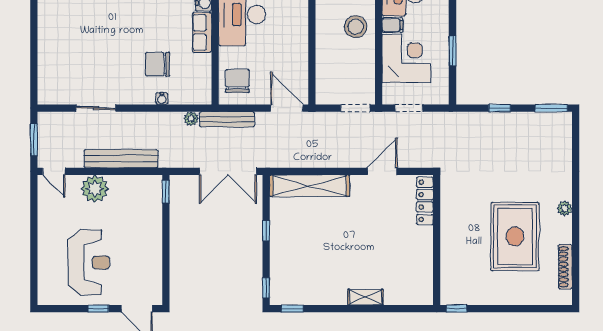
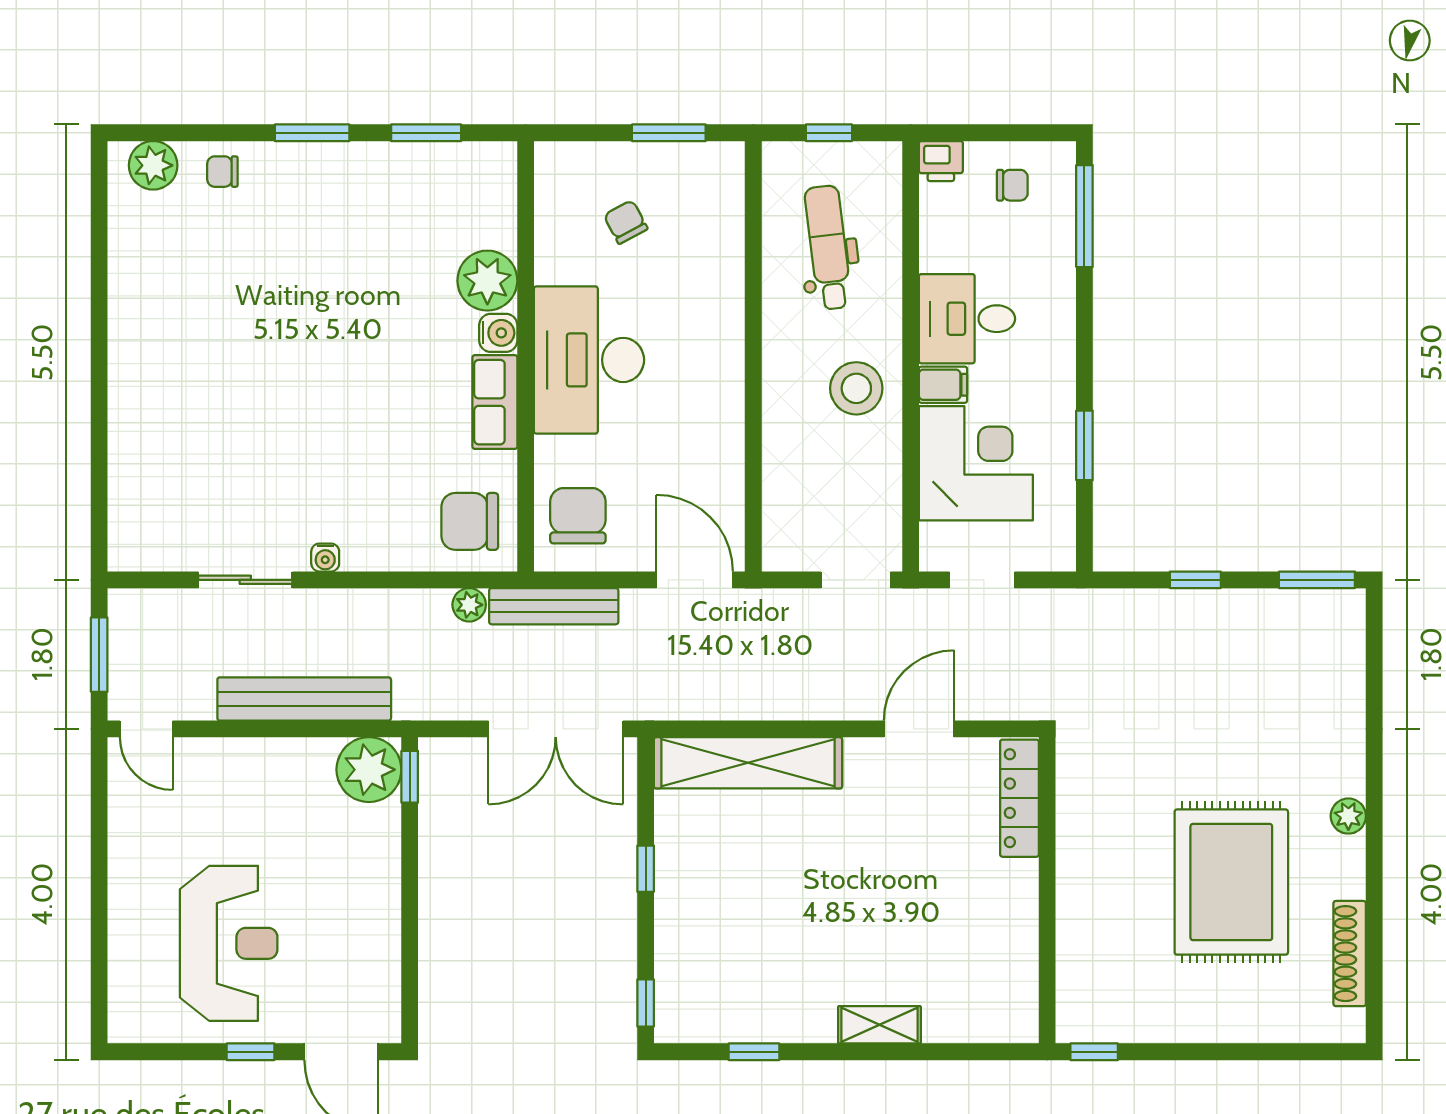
chair: (158, 64) -> (470, 521), moved
water cooler: (162, 99) -> (325, 558), moved
plant: (95, 189) -> (369, 770), moved
window: (292, 309) -> (754, 1052), moved

